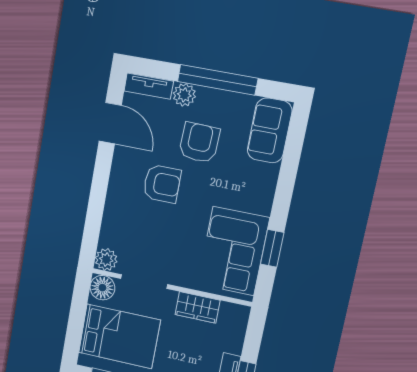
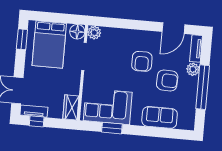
sofa: (270, 130) -> (160, 117), moved
wardrobe: (198, 307) -> (71, 107), moved

